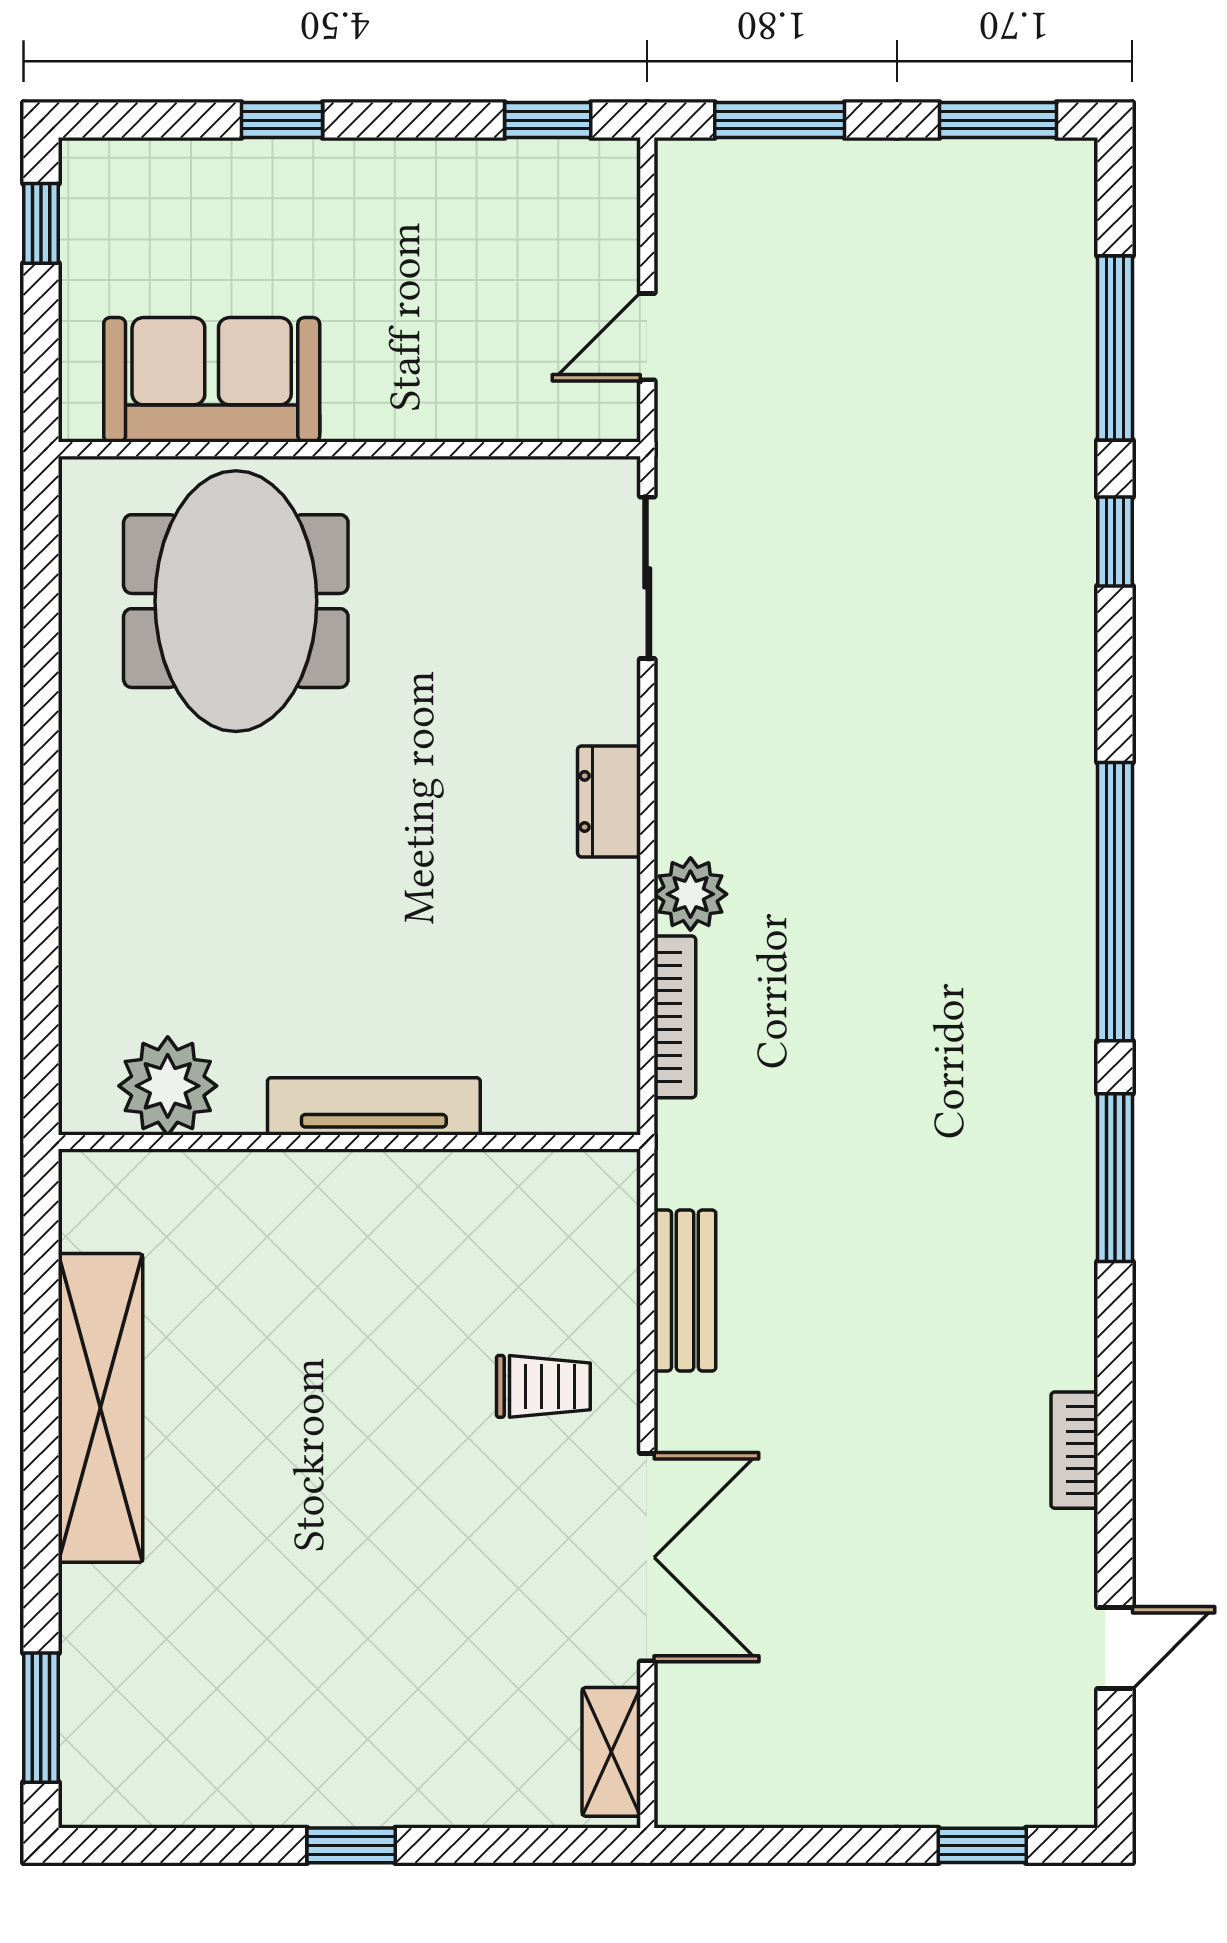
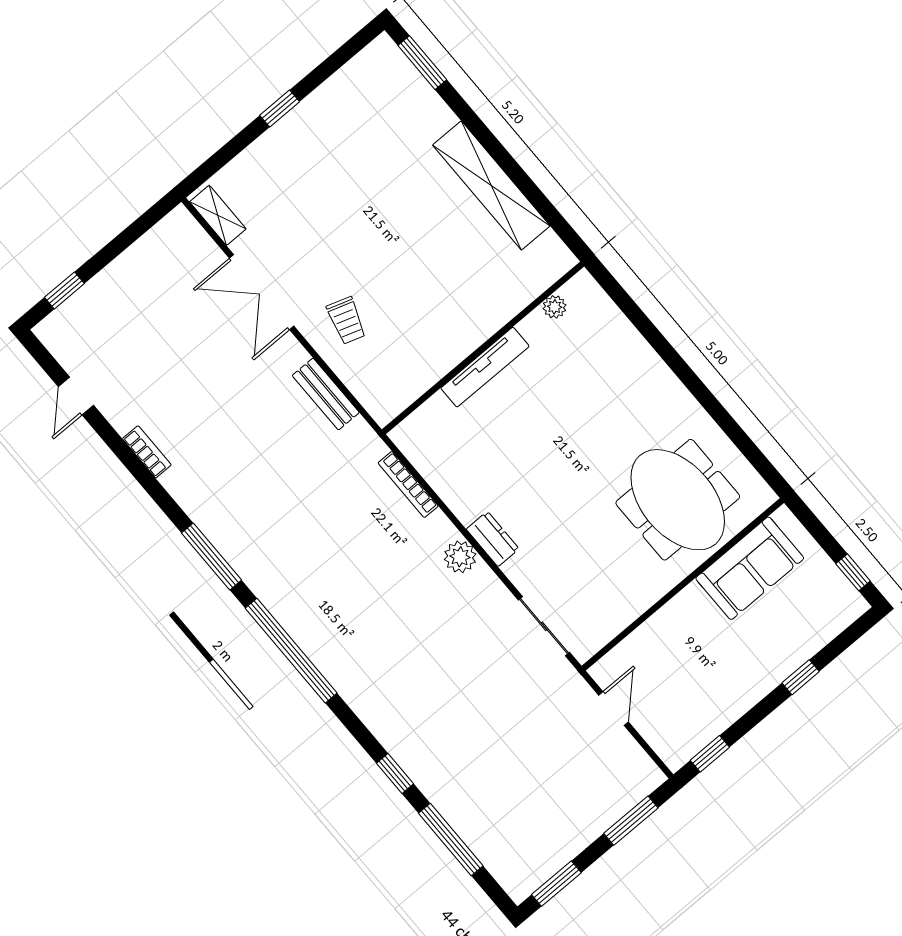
plant: (690, 894) -> (460, 557), moved
plant: (168, 1086) -> (555, 307), width x0.53, depth x0.53
trolley: (543, 1386) -> (346, 321), turned -72

